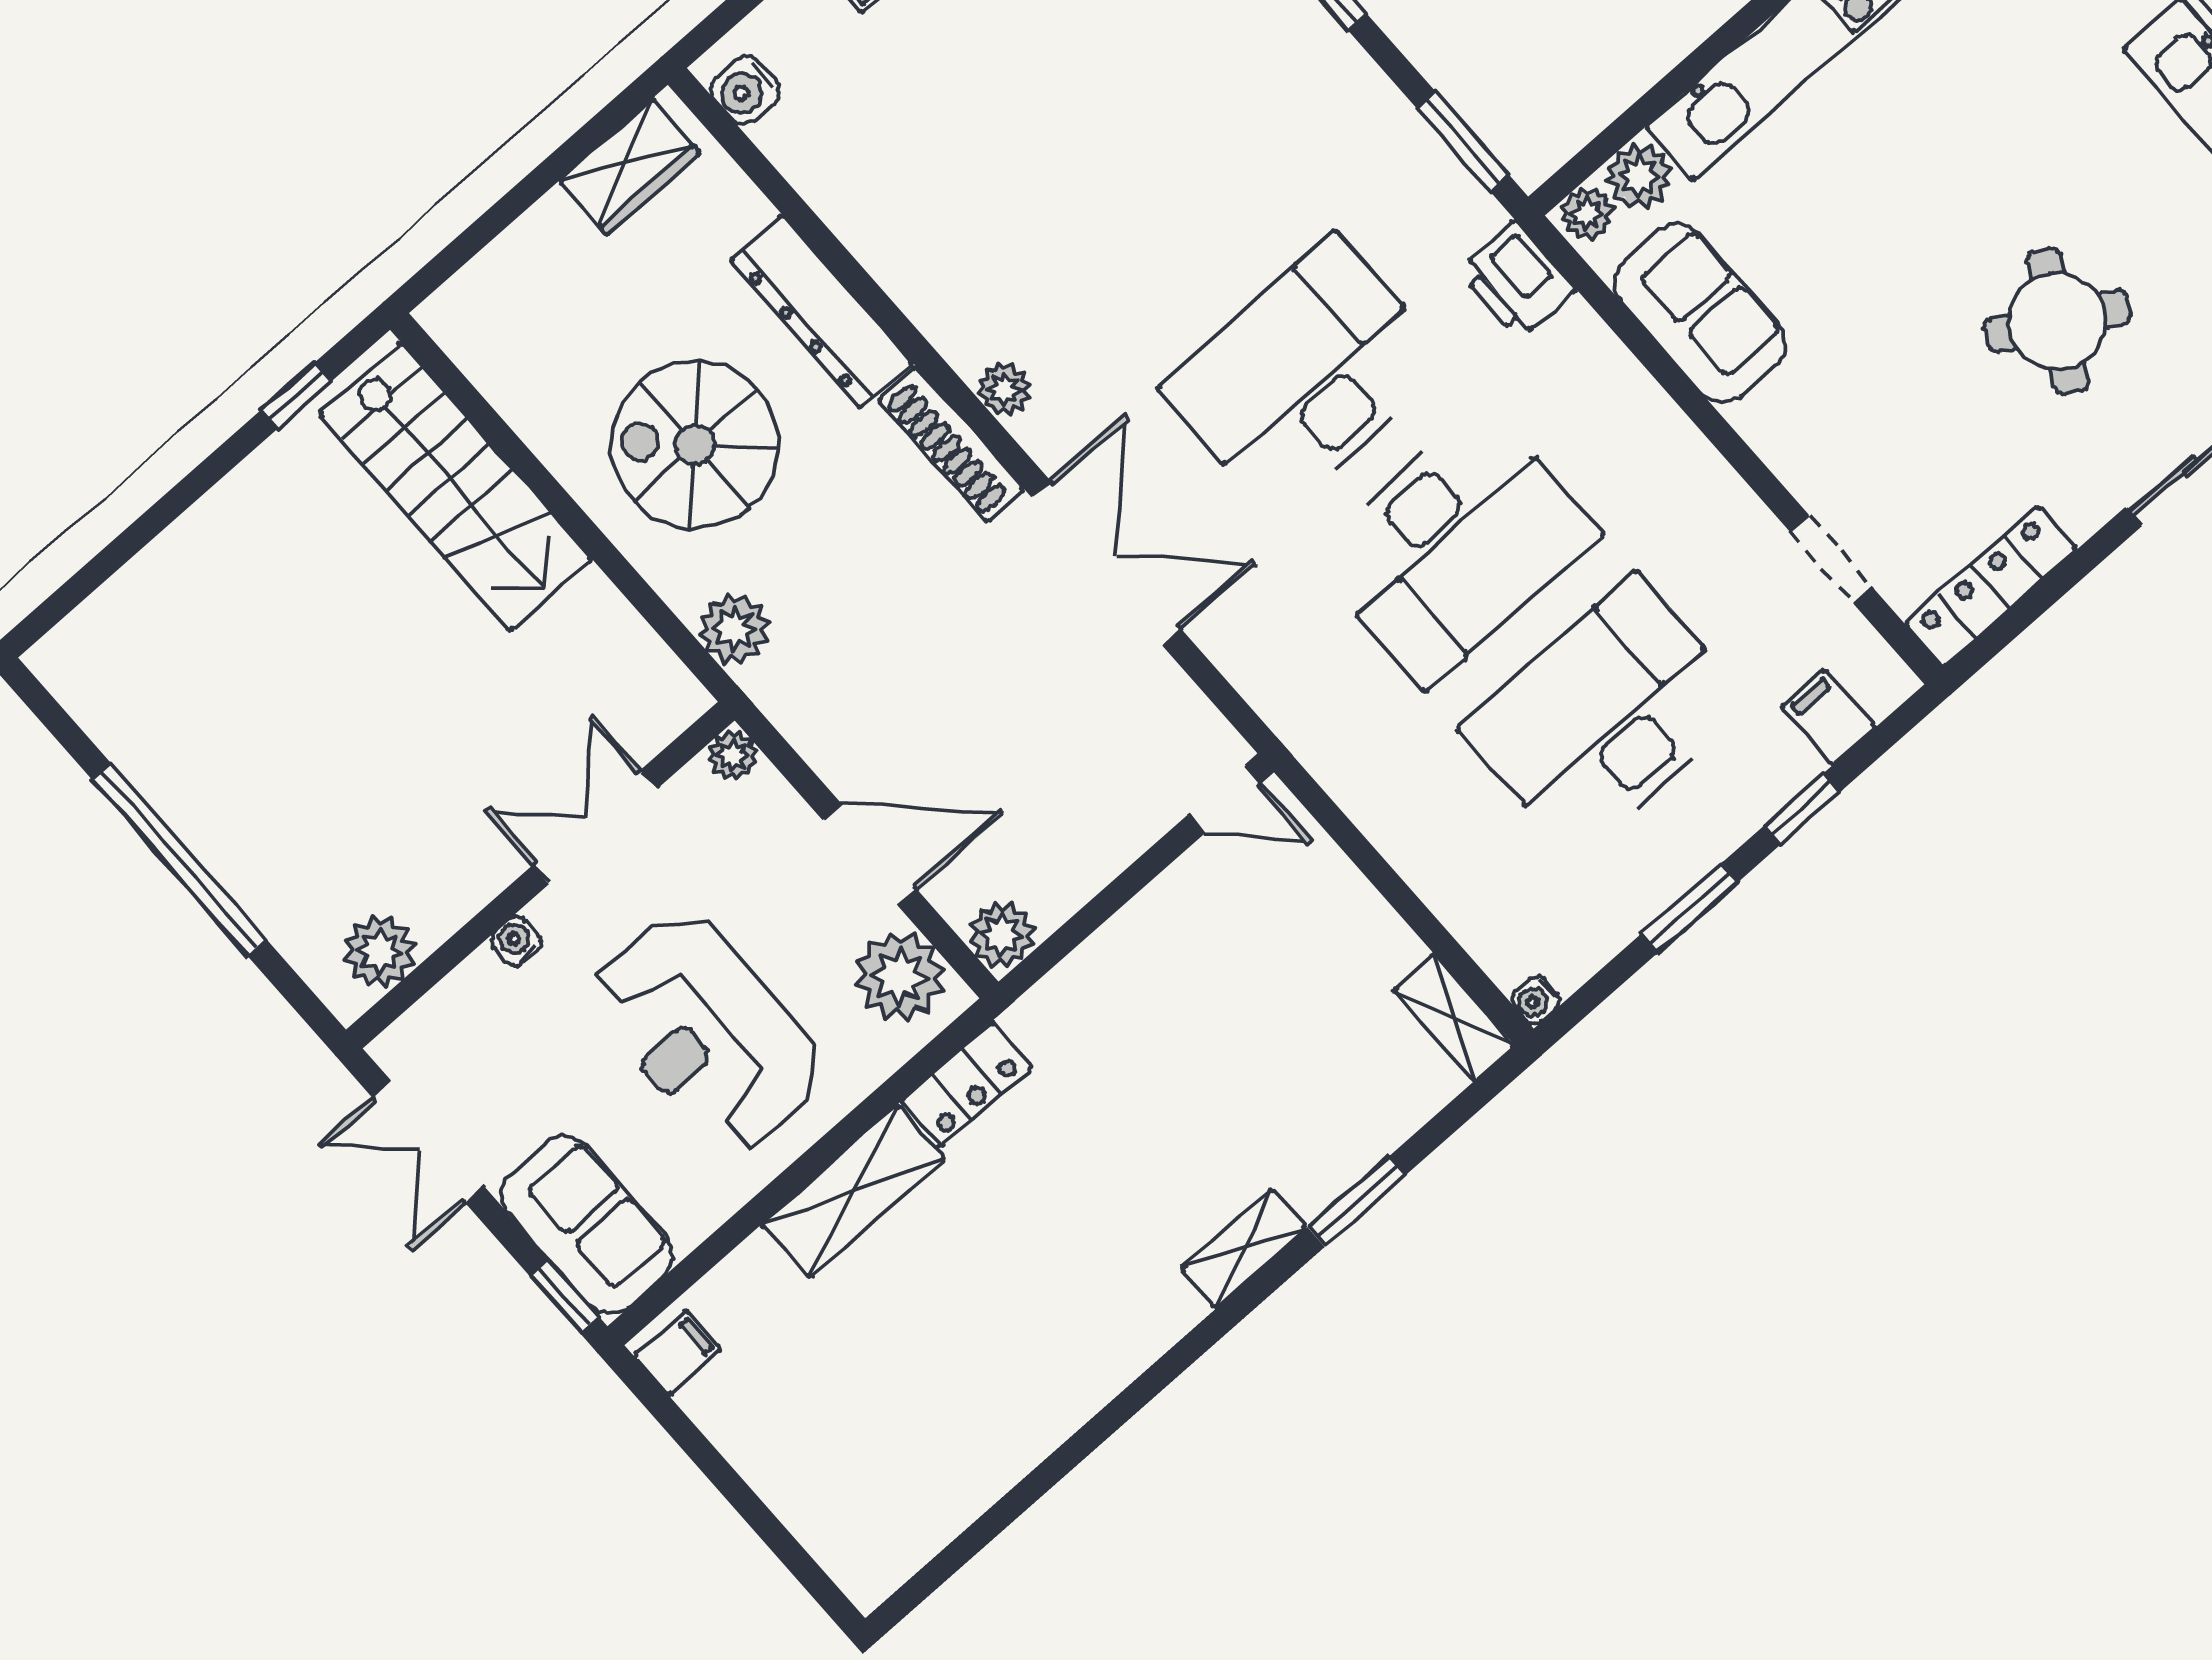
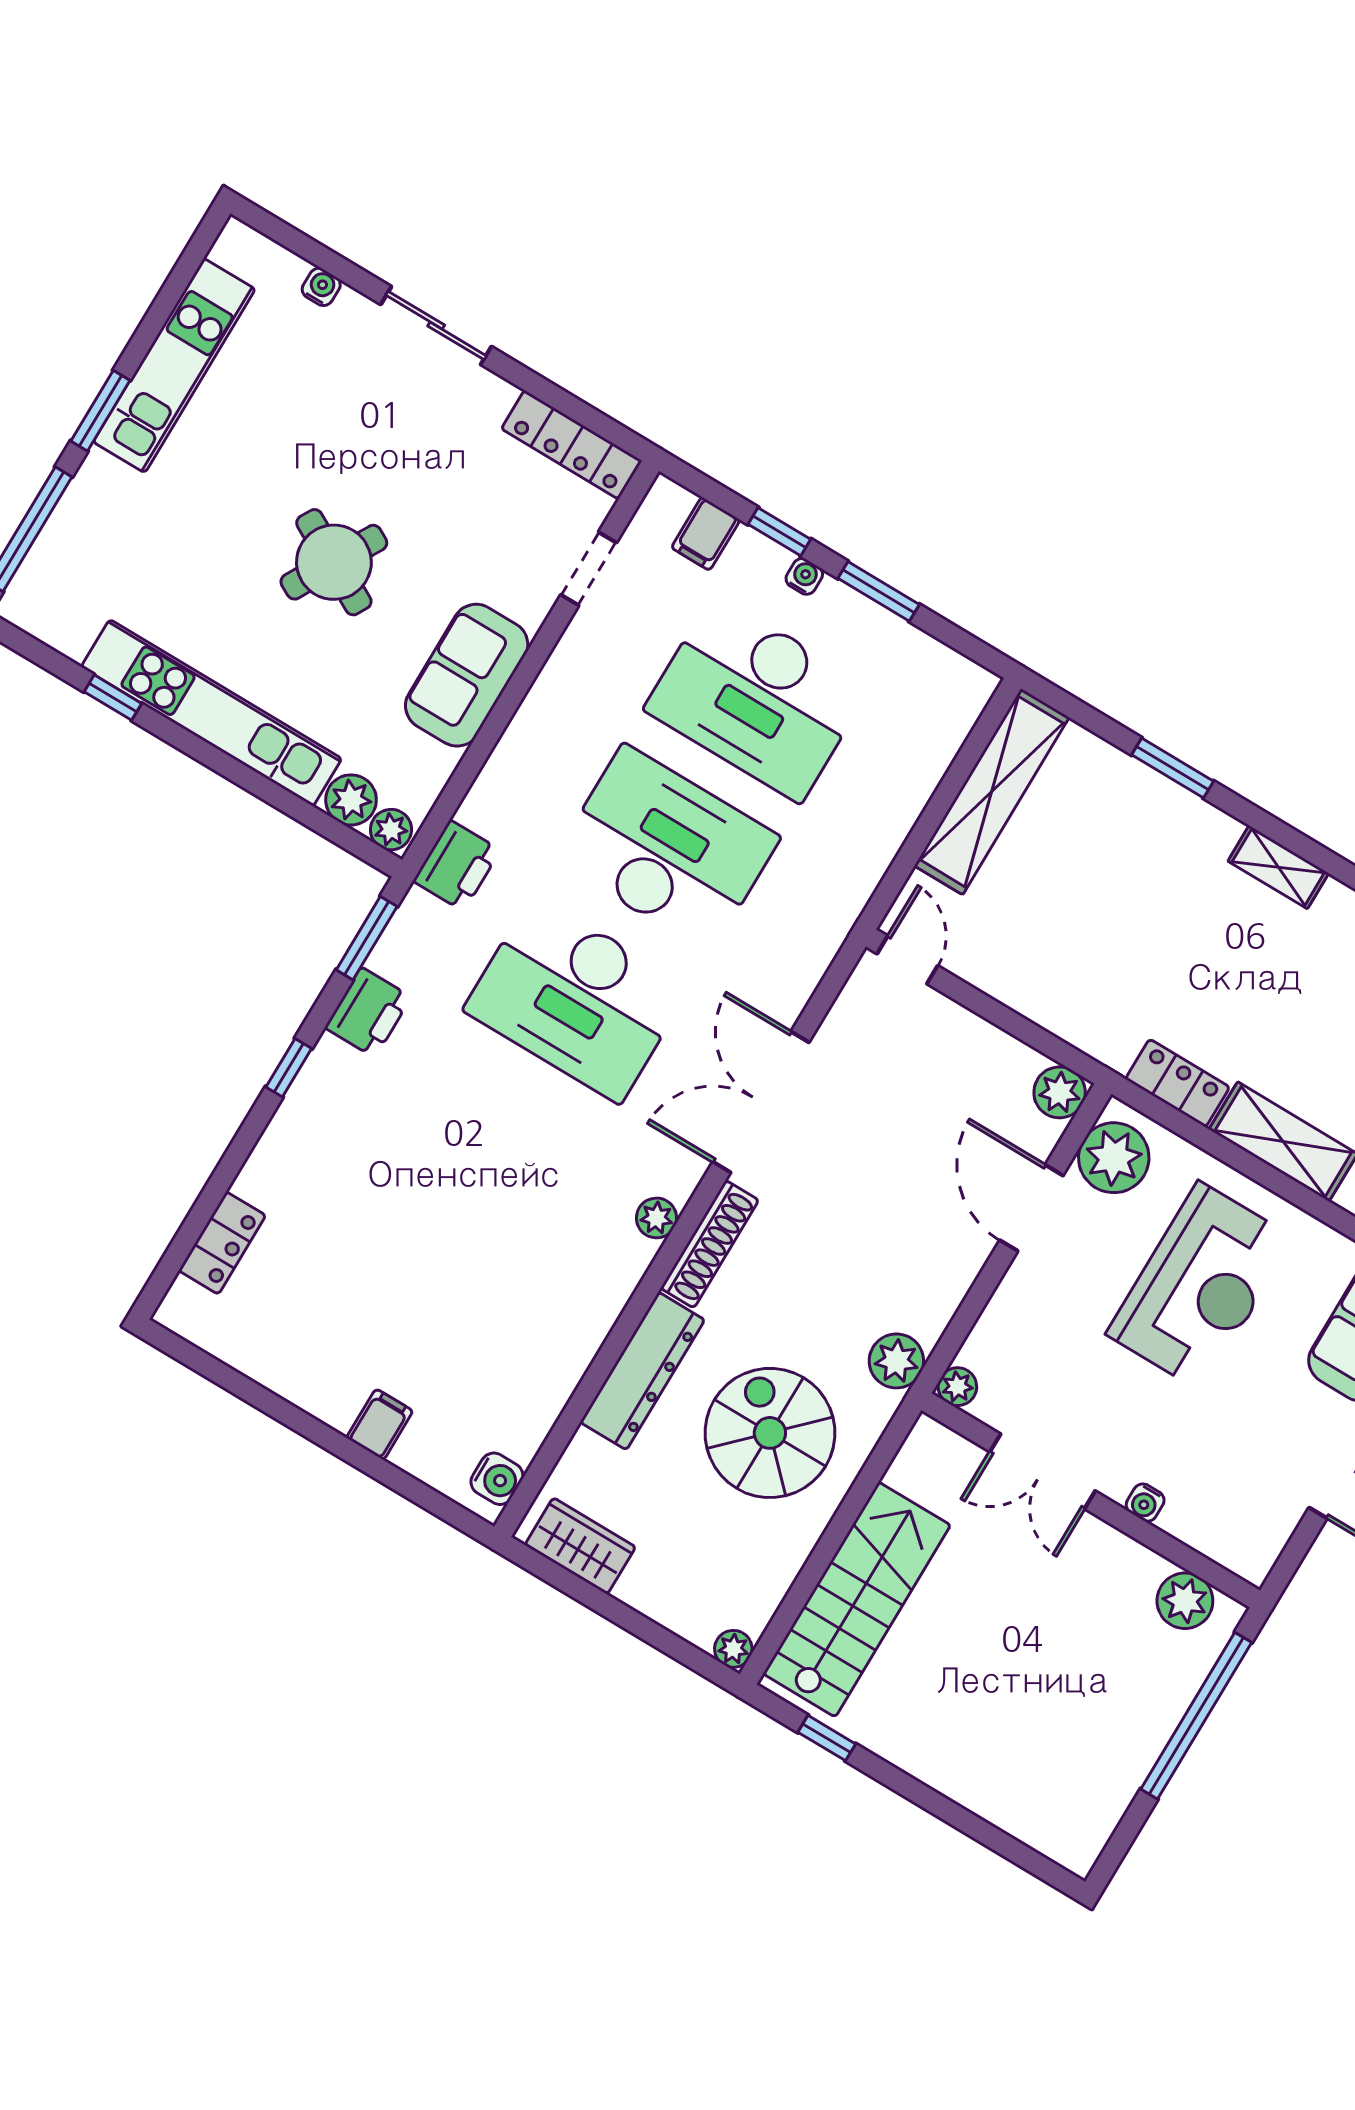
printer: (1371, 114) -> (368, 1012), added
sofa: (1700, 313) -> (467, 675), moved
plant: (443, 315) -> (733, 1649), added
round table: (2057, 321) -> (334, 562), moved
spiral stairs: (695, 445) -> (770, 1433), turned 180
plant: (732, 755) -> (957, 1387), moved
double door: (595, 827) -> (1042, 1471), moved
wall: (540, 875) -> (1091, 1500), moved
water cooler: (516, 941) -> (1145, 1503), moved
plant: (380, 952) -> (1185, 1601), moved
water cooler: (1535, 1000) -> (804, 576), moved, turned -90
shelving: (1454, 1018) -> (992, 792), width x2.20, depth x1.33
shelving: (1244, 1249) -> (1278, 867), moved

